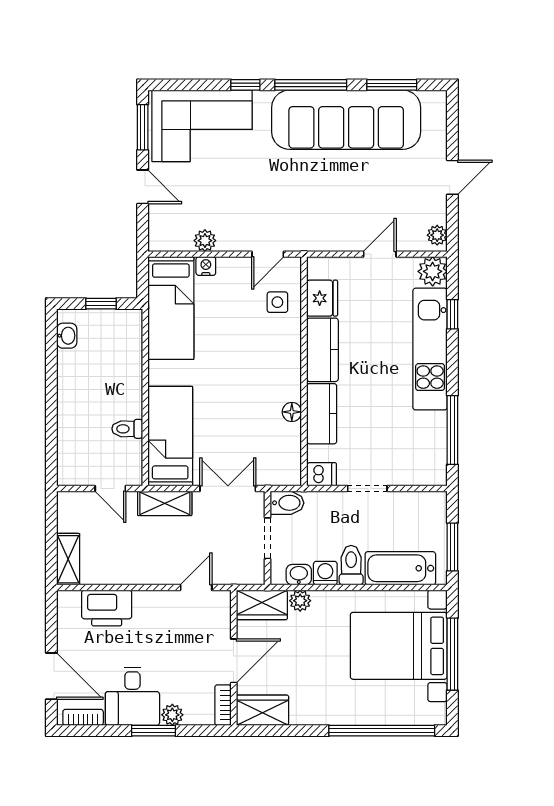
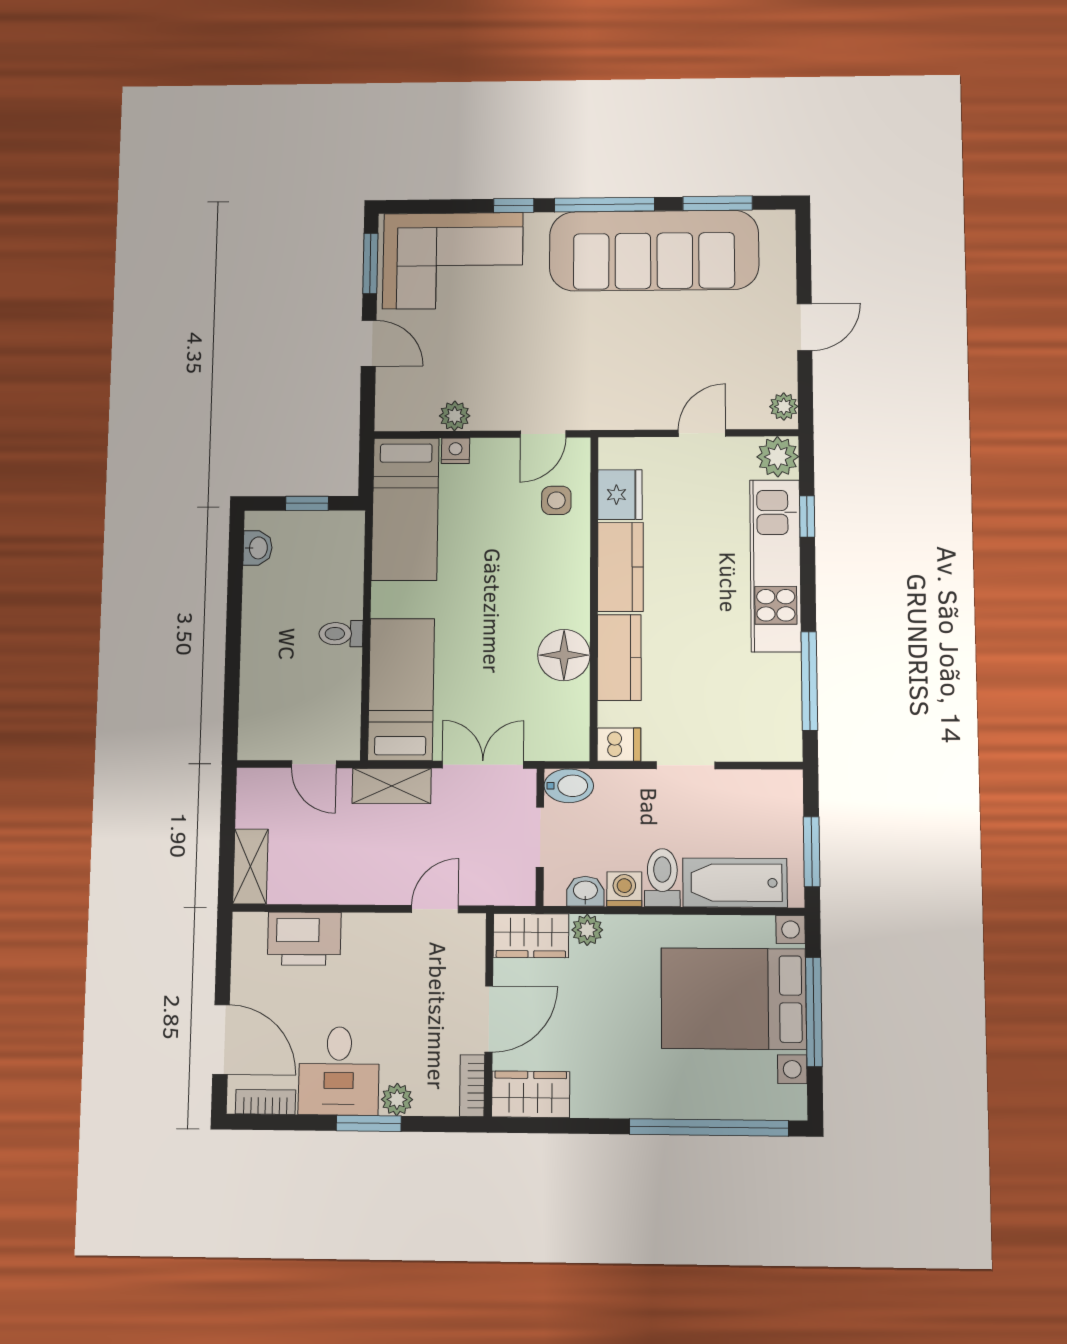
floor lamp: (292, 412) -> (564, 655), width x1.89, depth x1.89
toilet: (127, 429) -> (341, 634), moved

